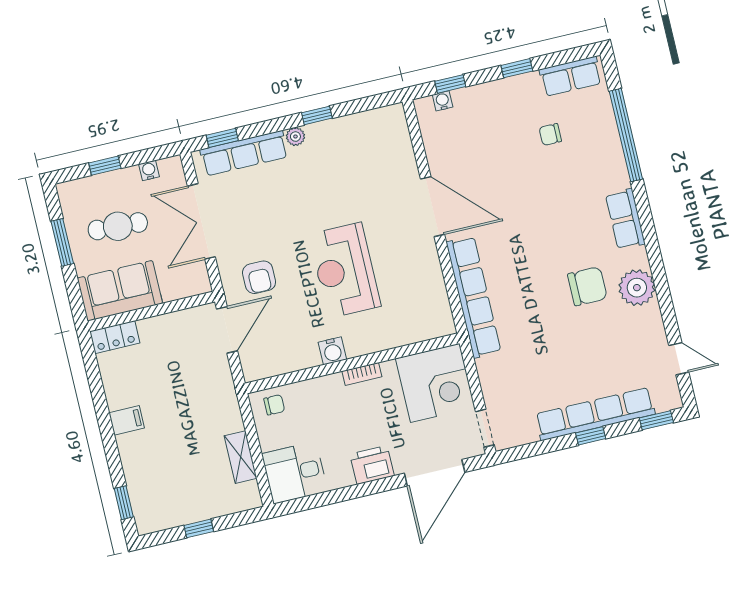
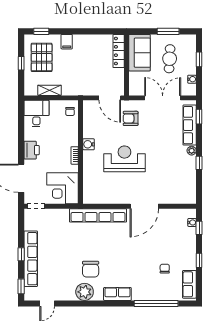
locker: (115, 337) -> (119, 51), width x1.53
filing cabinet: (127, 420) -> (67, 42), moved
pallet: (177, 489) -> (42, 57), added

